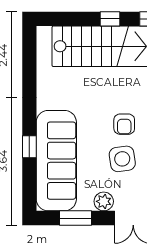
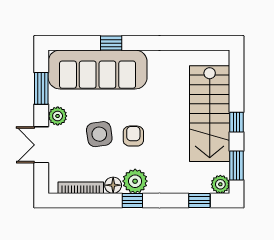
armchair: (124, 124) -> (133, 136), turned 90

